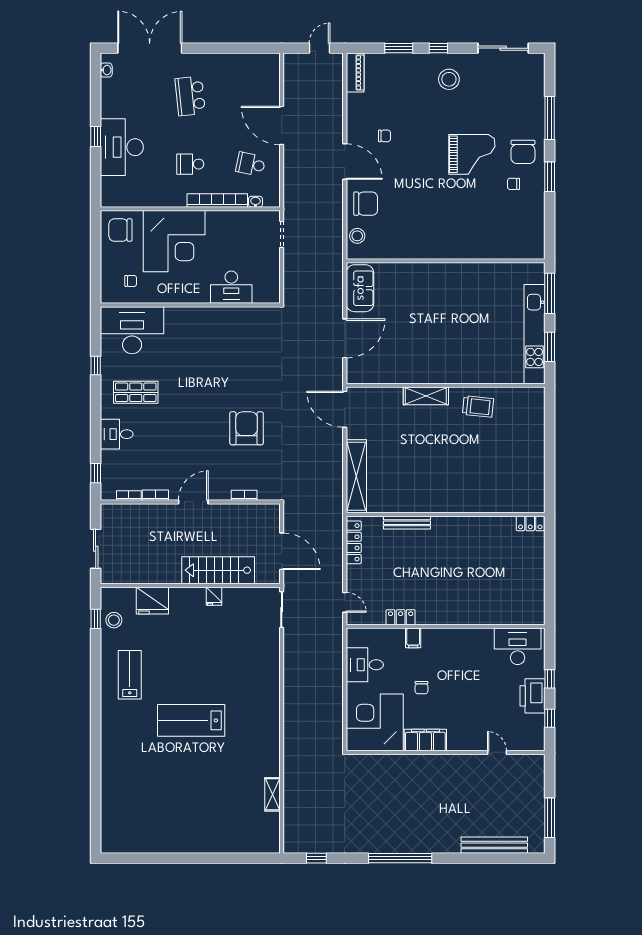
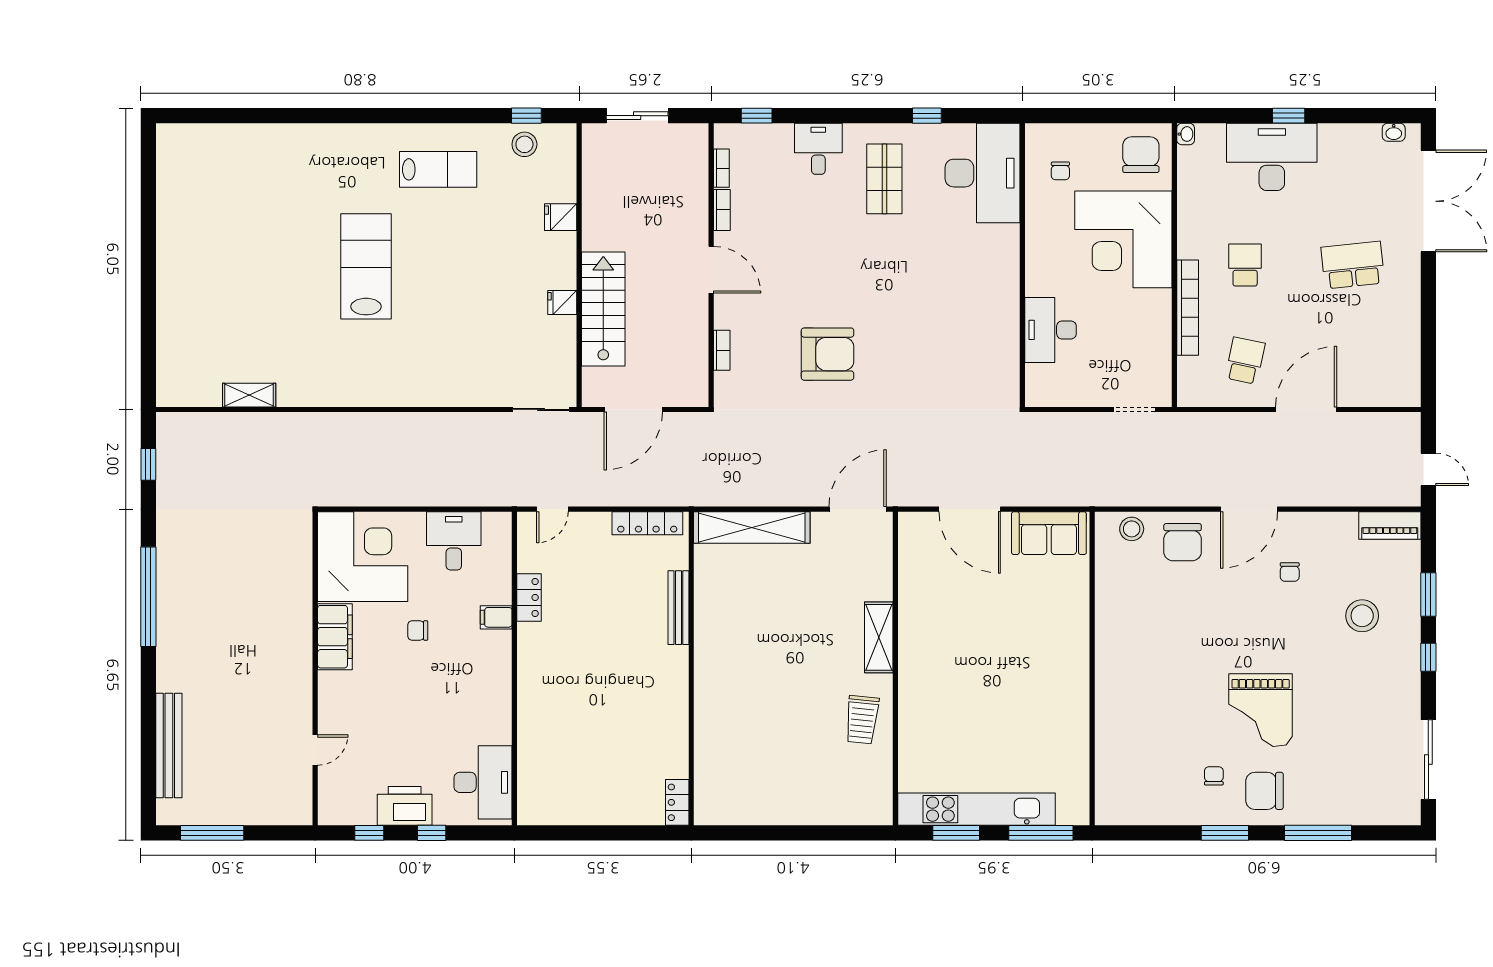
stool: (449, 79) -> (1362, 616), moved
washbasin: (255, 202) -> (1186, 134), moved
fridge: (152, 601) -> (561, 217), width x0.53, depth x0.75

